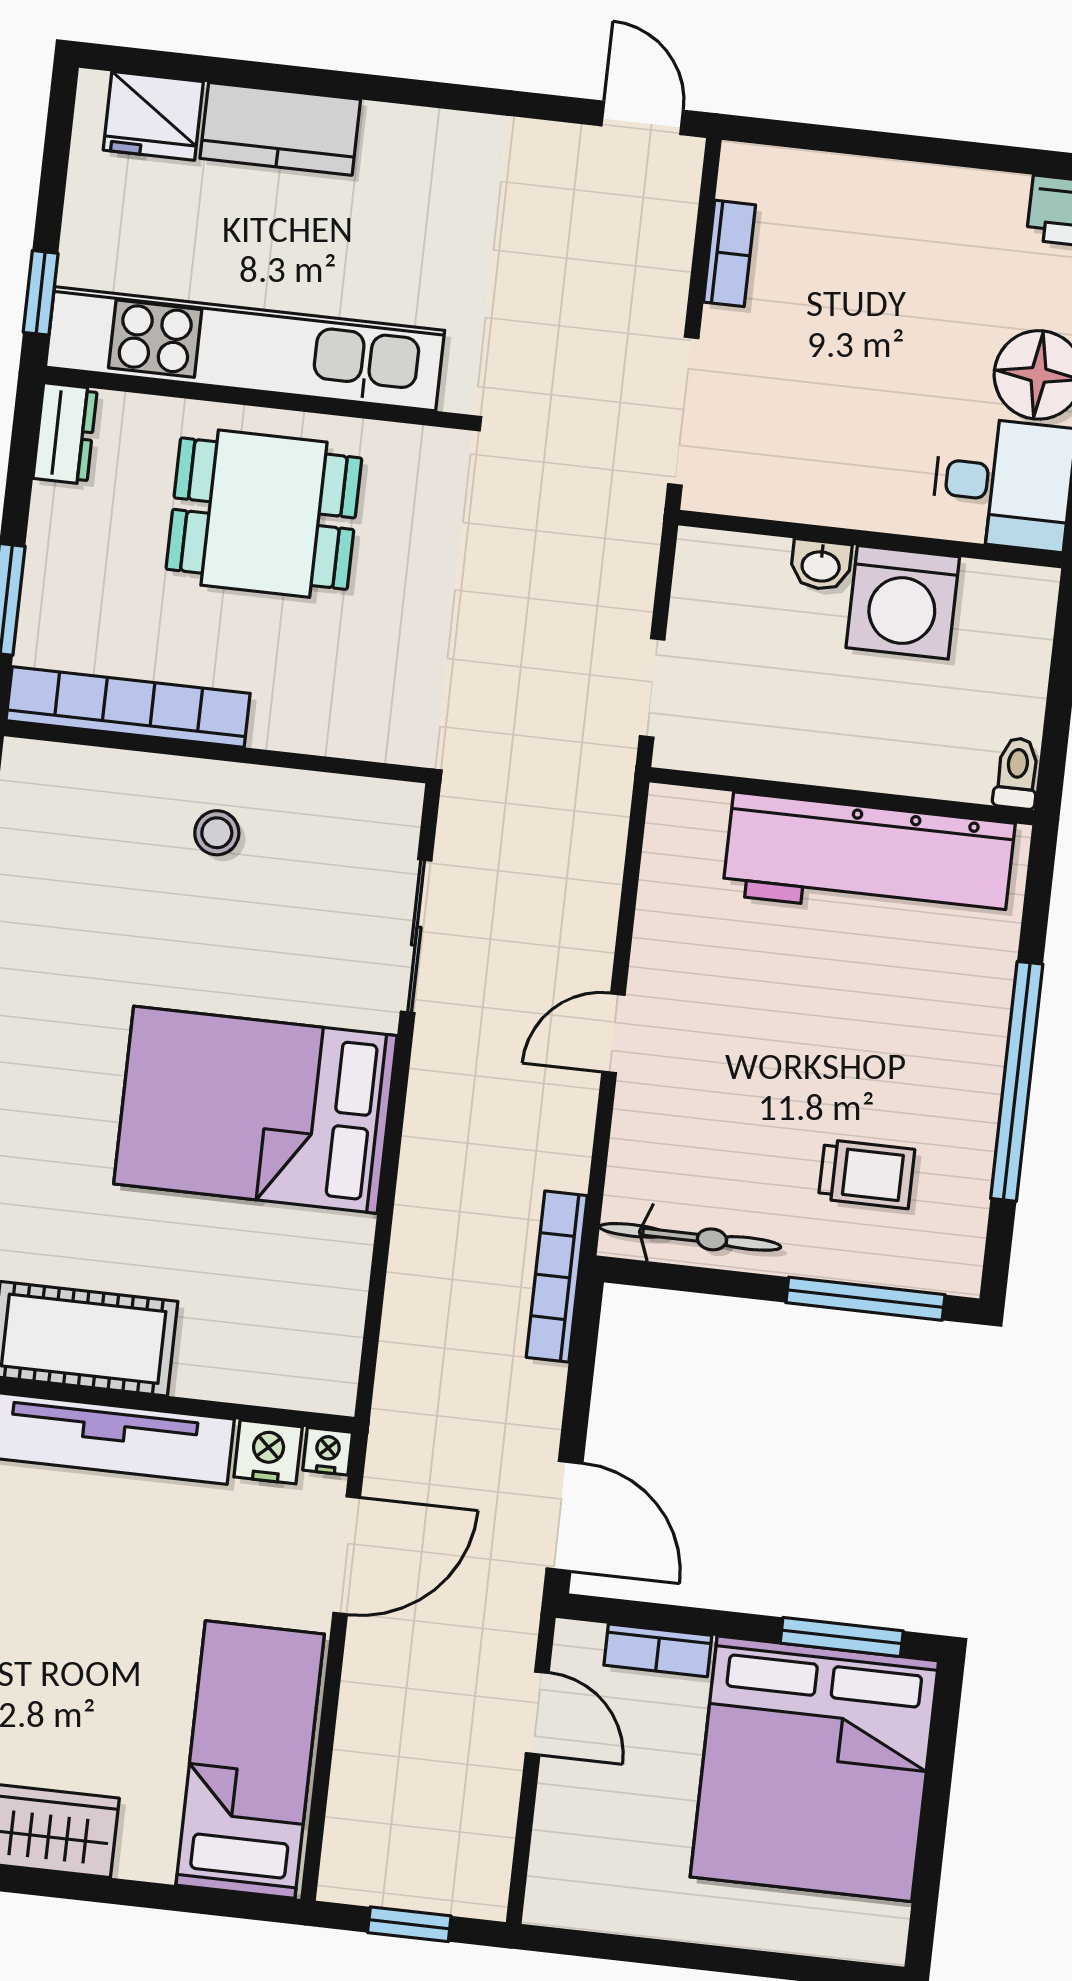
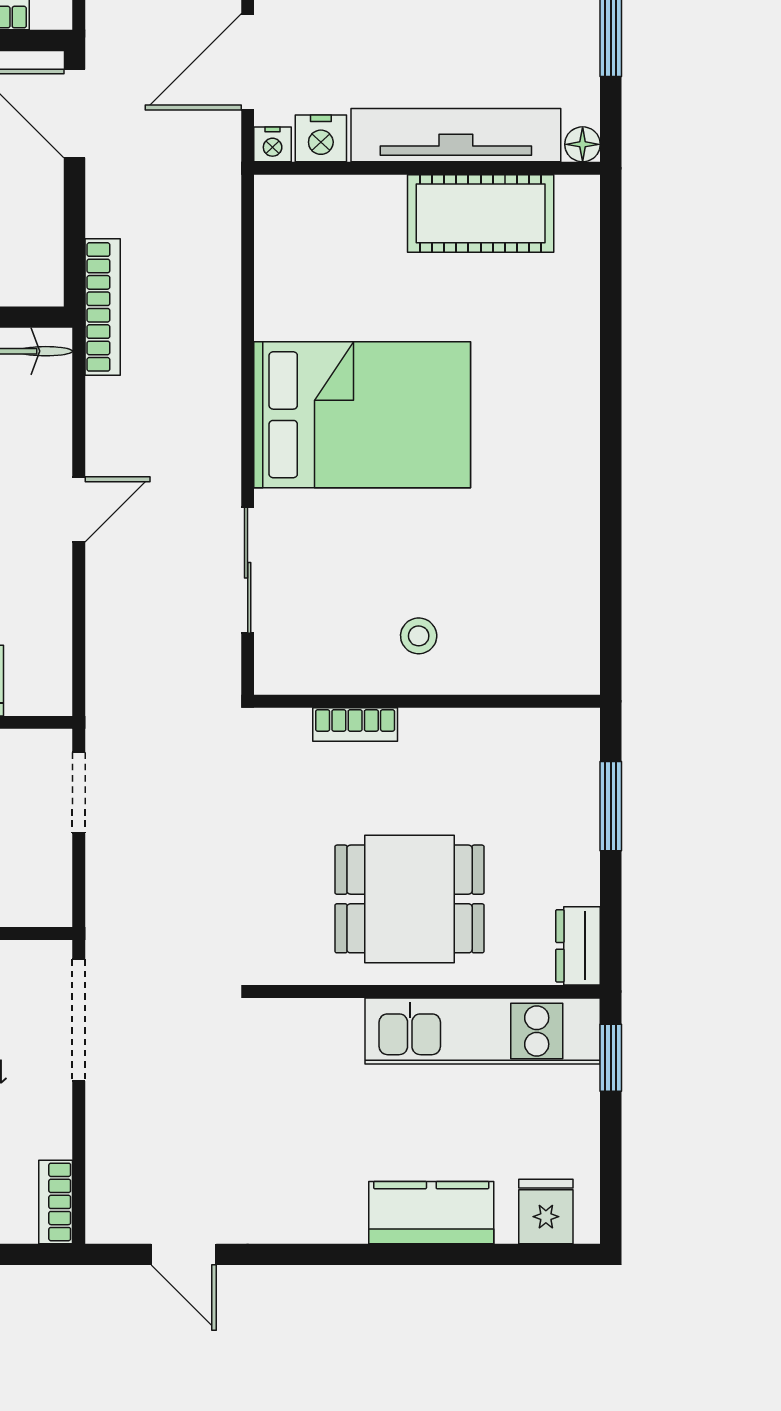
fridge: (153, 116) -> (546, 1211), width x0.72
door: (642, 118) -> (184, 1254), moved
bookcase: (729, 253) -> (56, 1202), moved
kitchen unit: (245, 349) -> (483, 1031), width x0.73
bookcase: (128, 707) -> (355, 725), moved, width x0.43, depth x0.76

